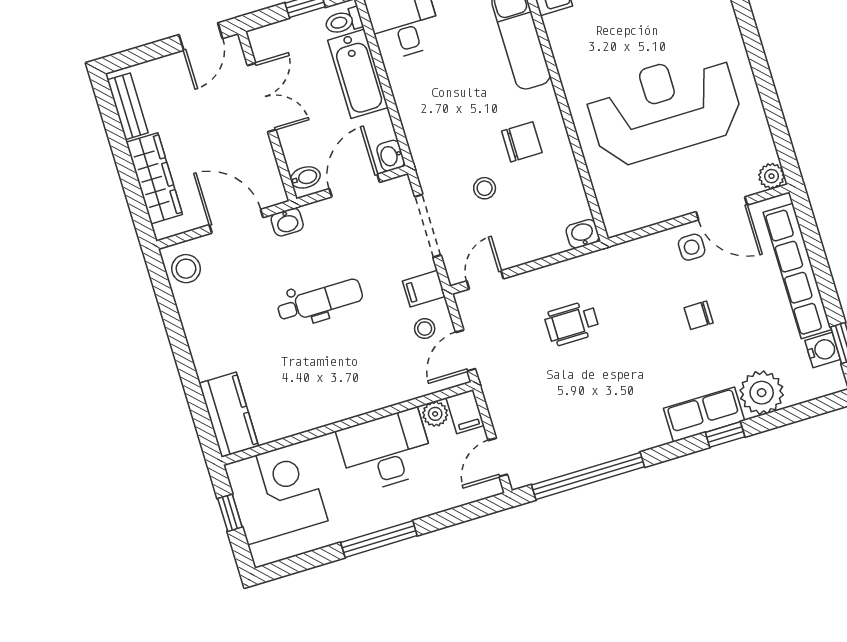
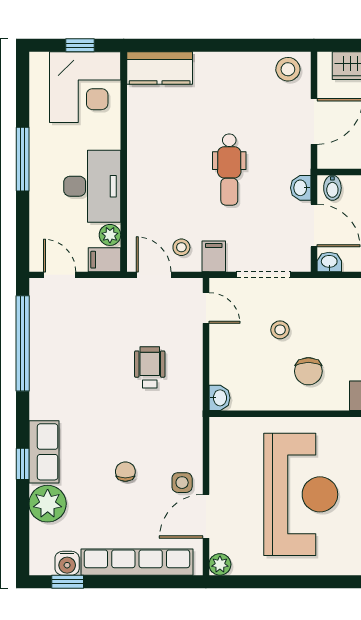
washbasin: (287, 222) -> (301, 188), moved

